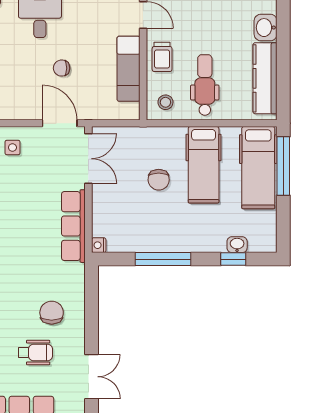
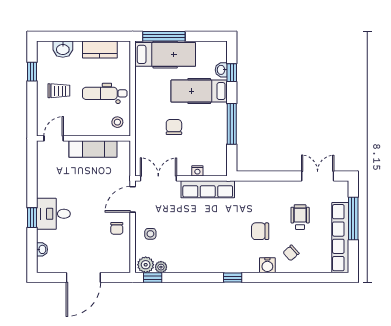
trolley: (162, 57) -> (59, 91), moved
chair: (62, 68) -> (117, 228), moved
kitchen counter: (265, 78) -> (100, 49), width x0.67
hospital bed: (204, 165) -> (199, 91), moved, turned 180
chair: (159, 180) -> (174, 127), turned -90
nightstand: (99, 245) -> (197, 171), moved
chair: (52, 313) -> (260, 231), moved

